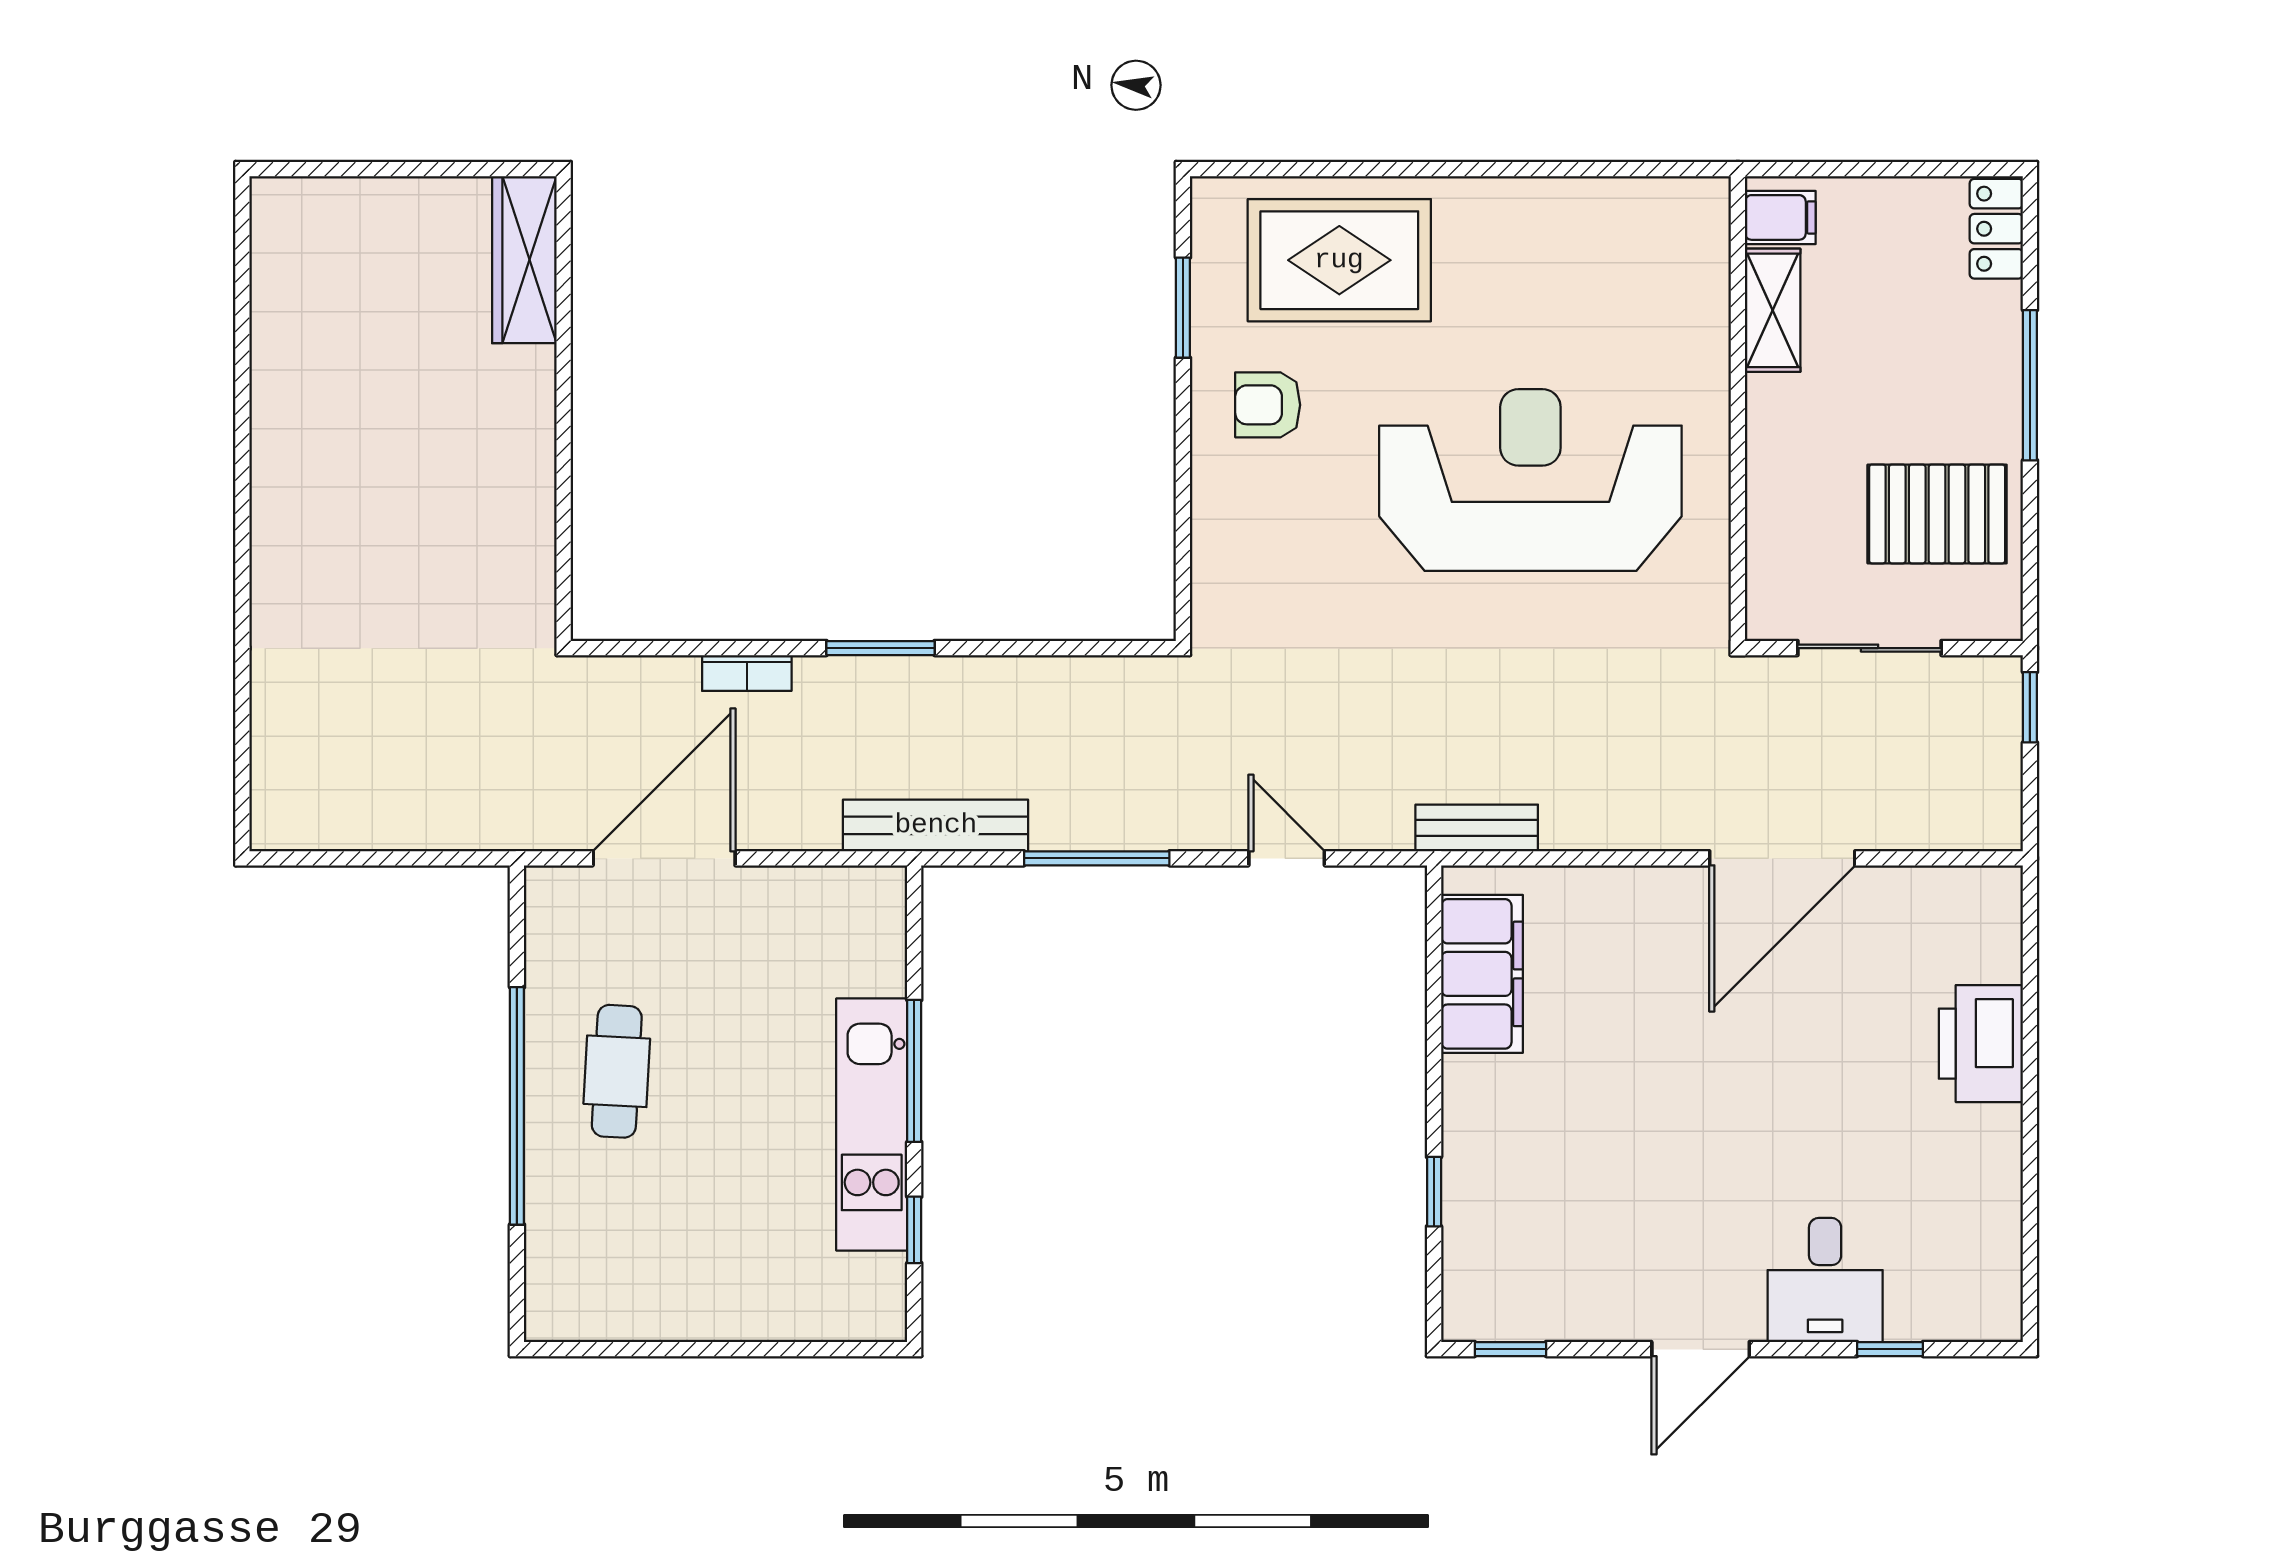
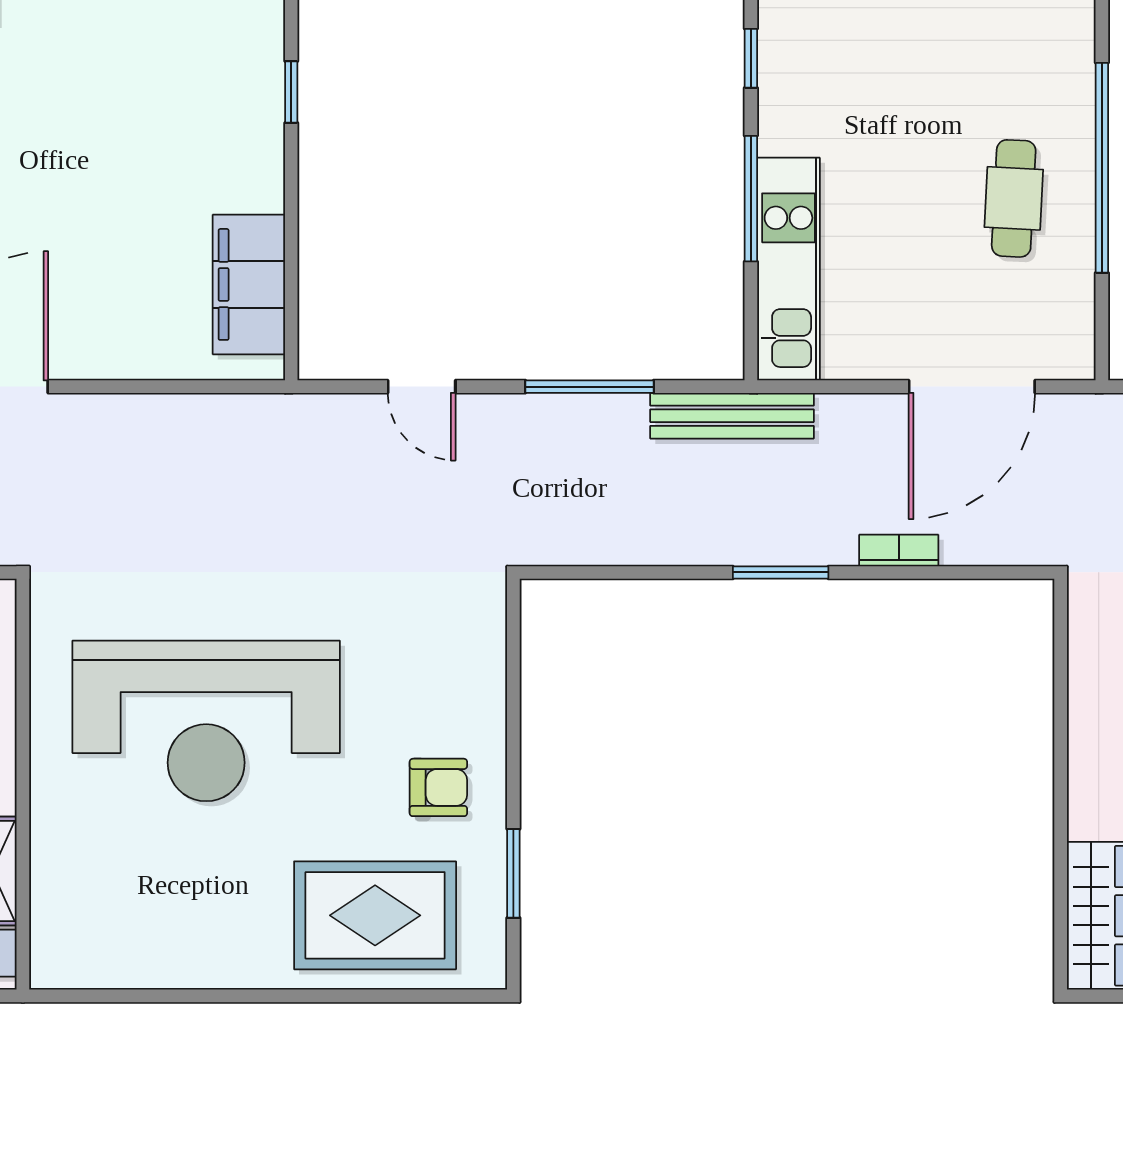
bench: (1477, 828) -> (254, 413), removed
kitchen unit: (872, 1124) -> (788, 269), moved

